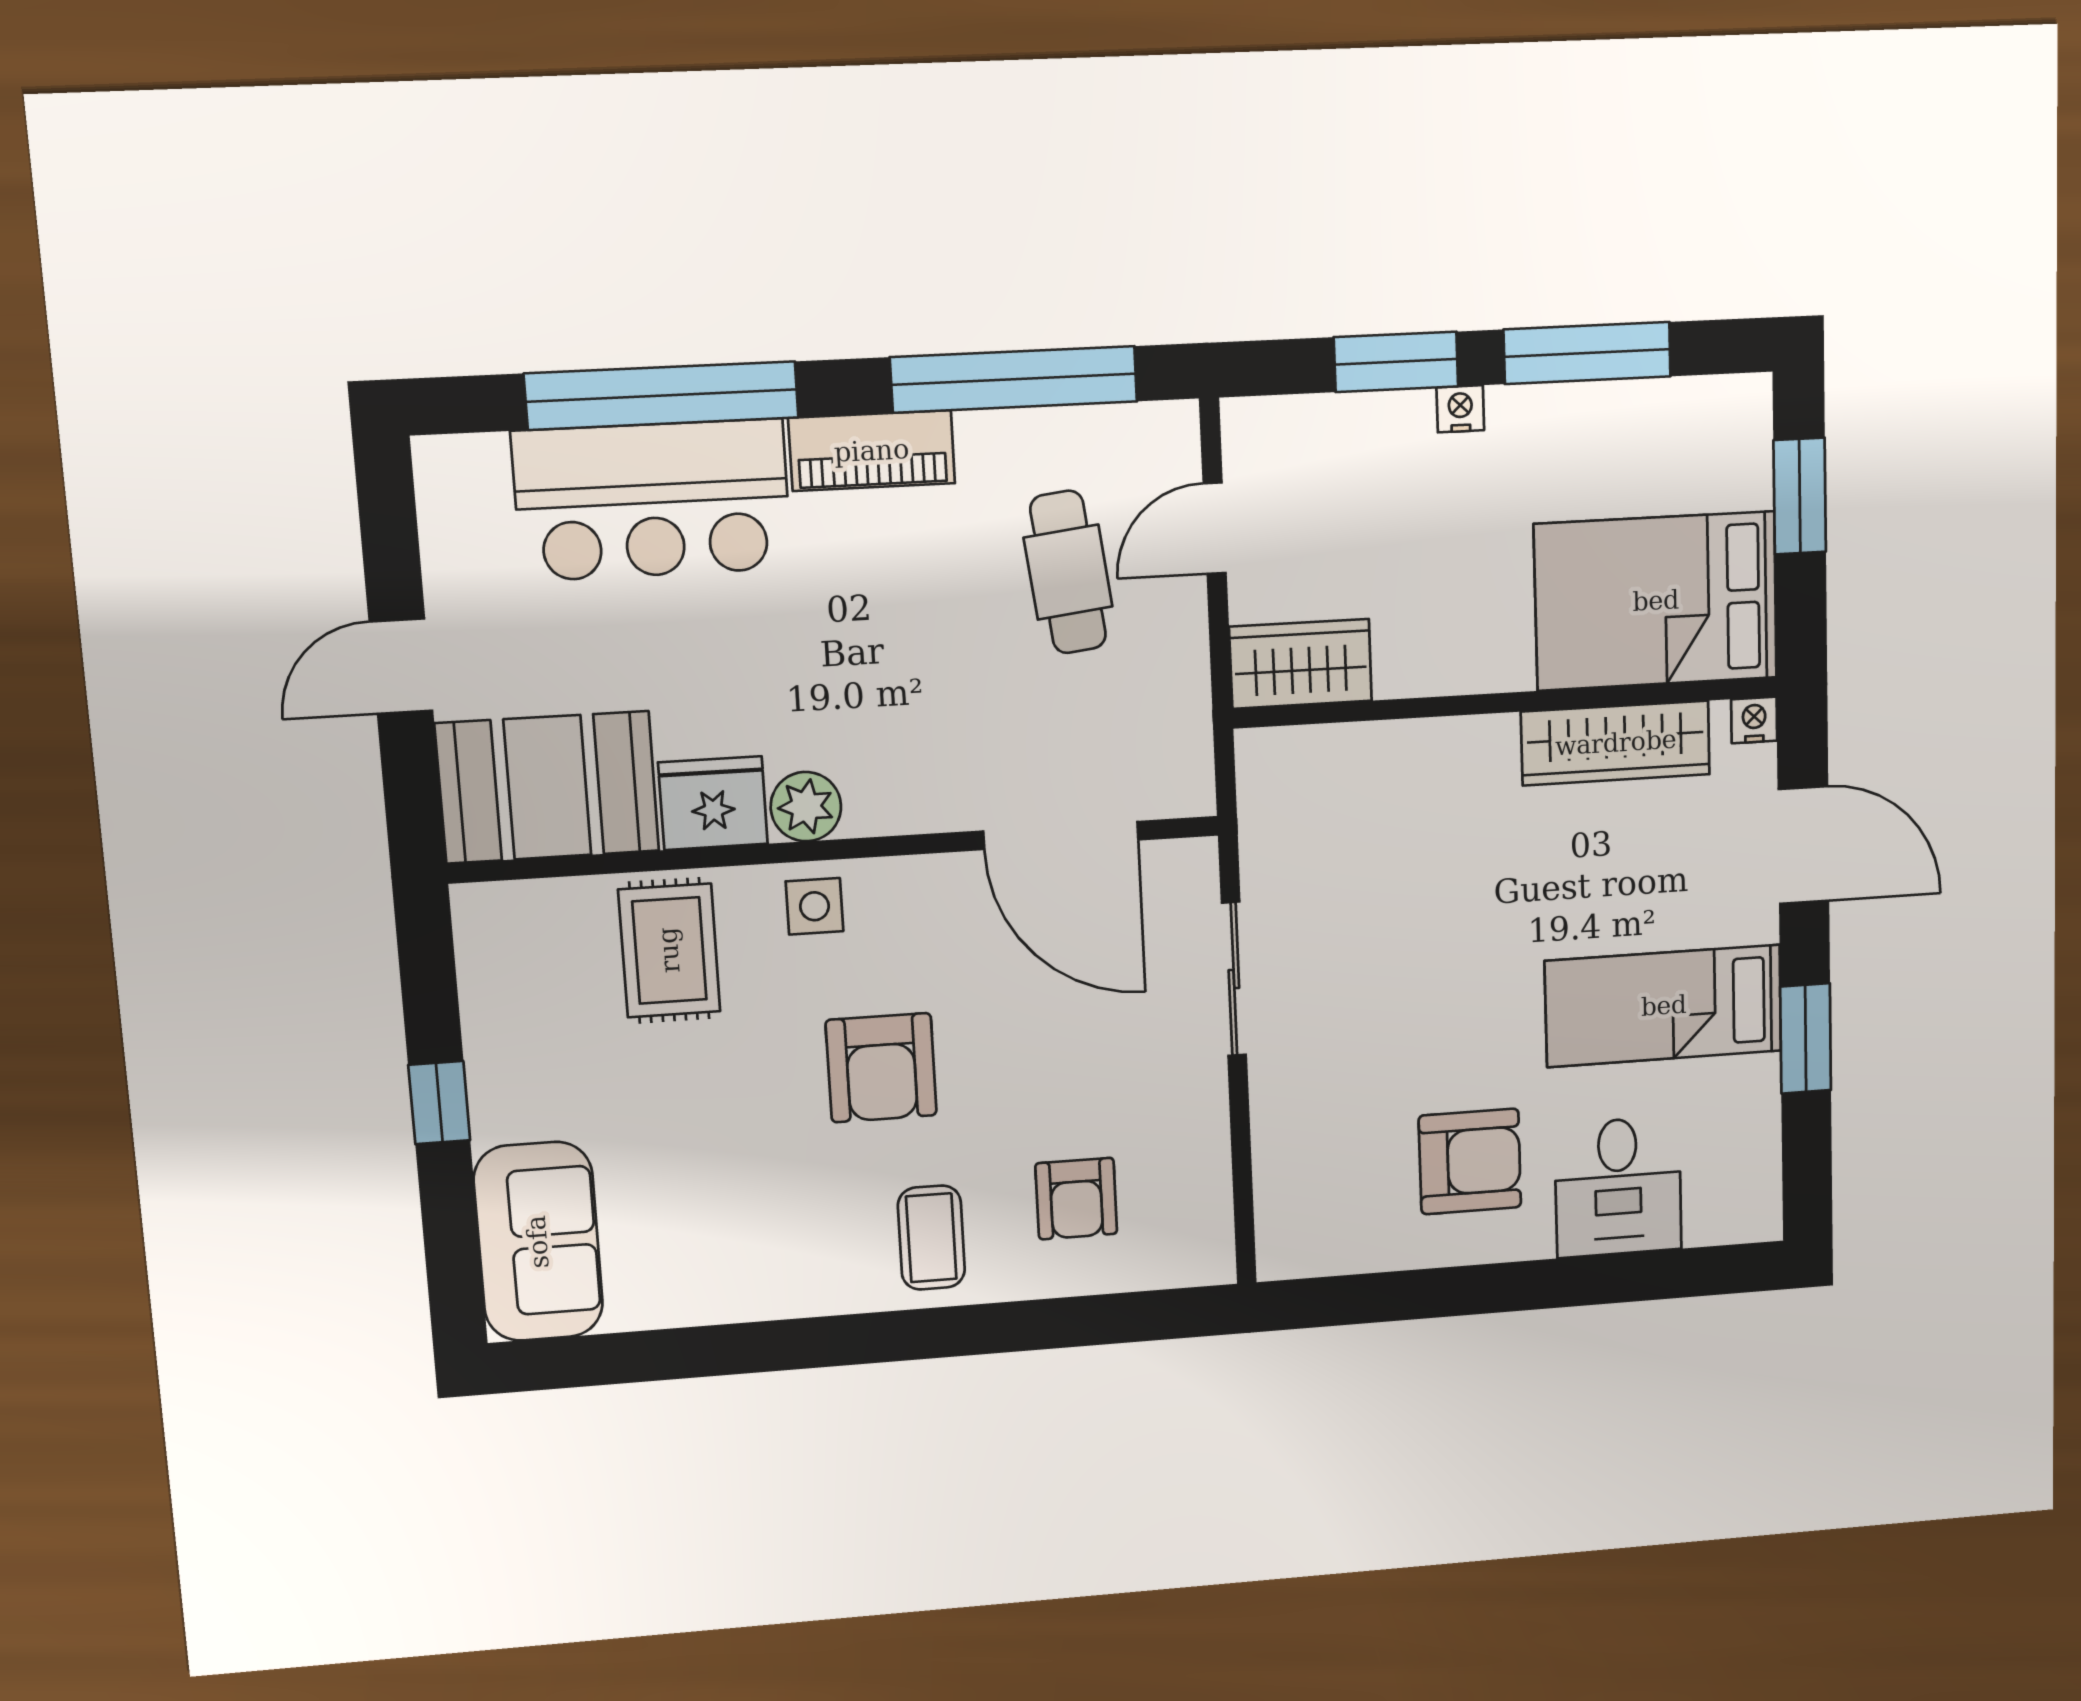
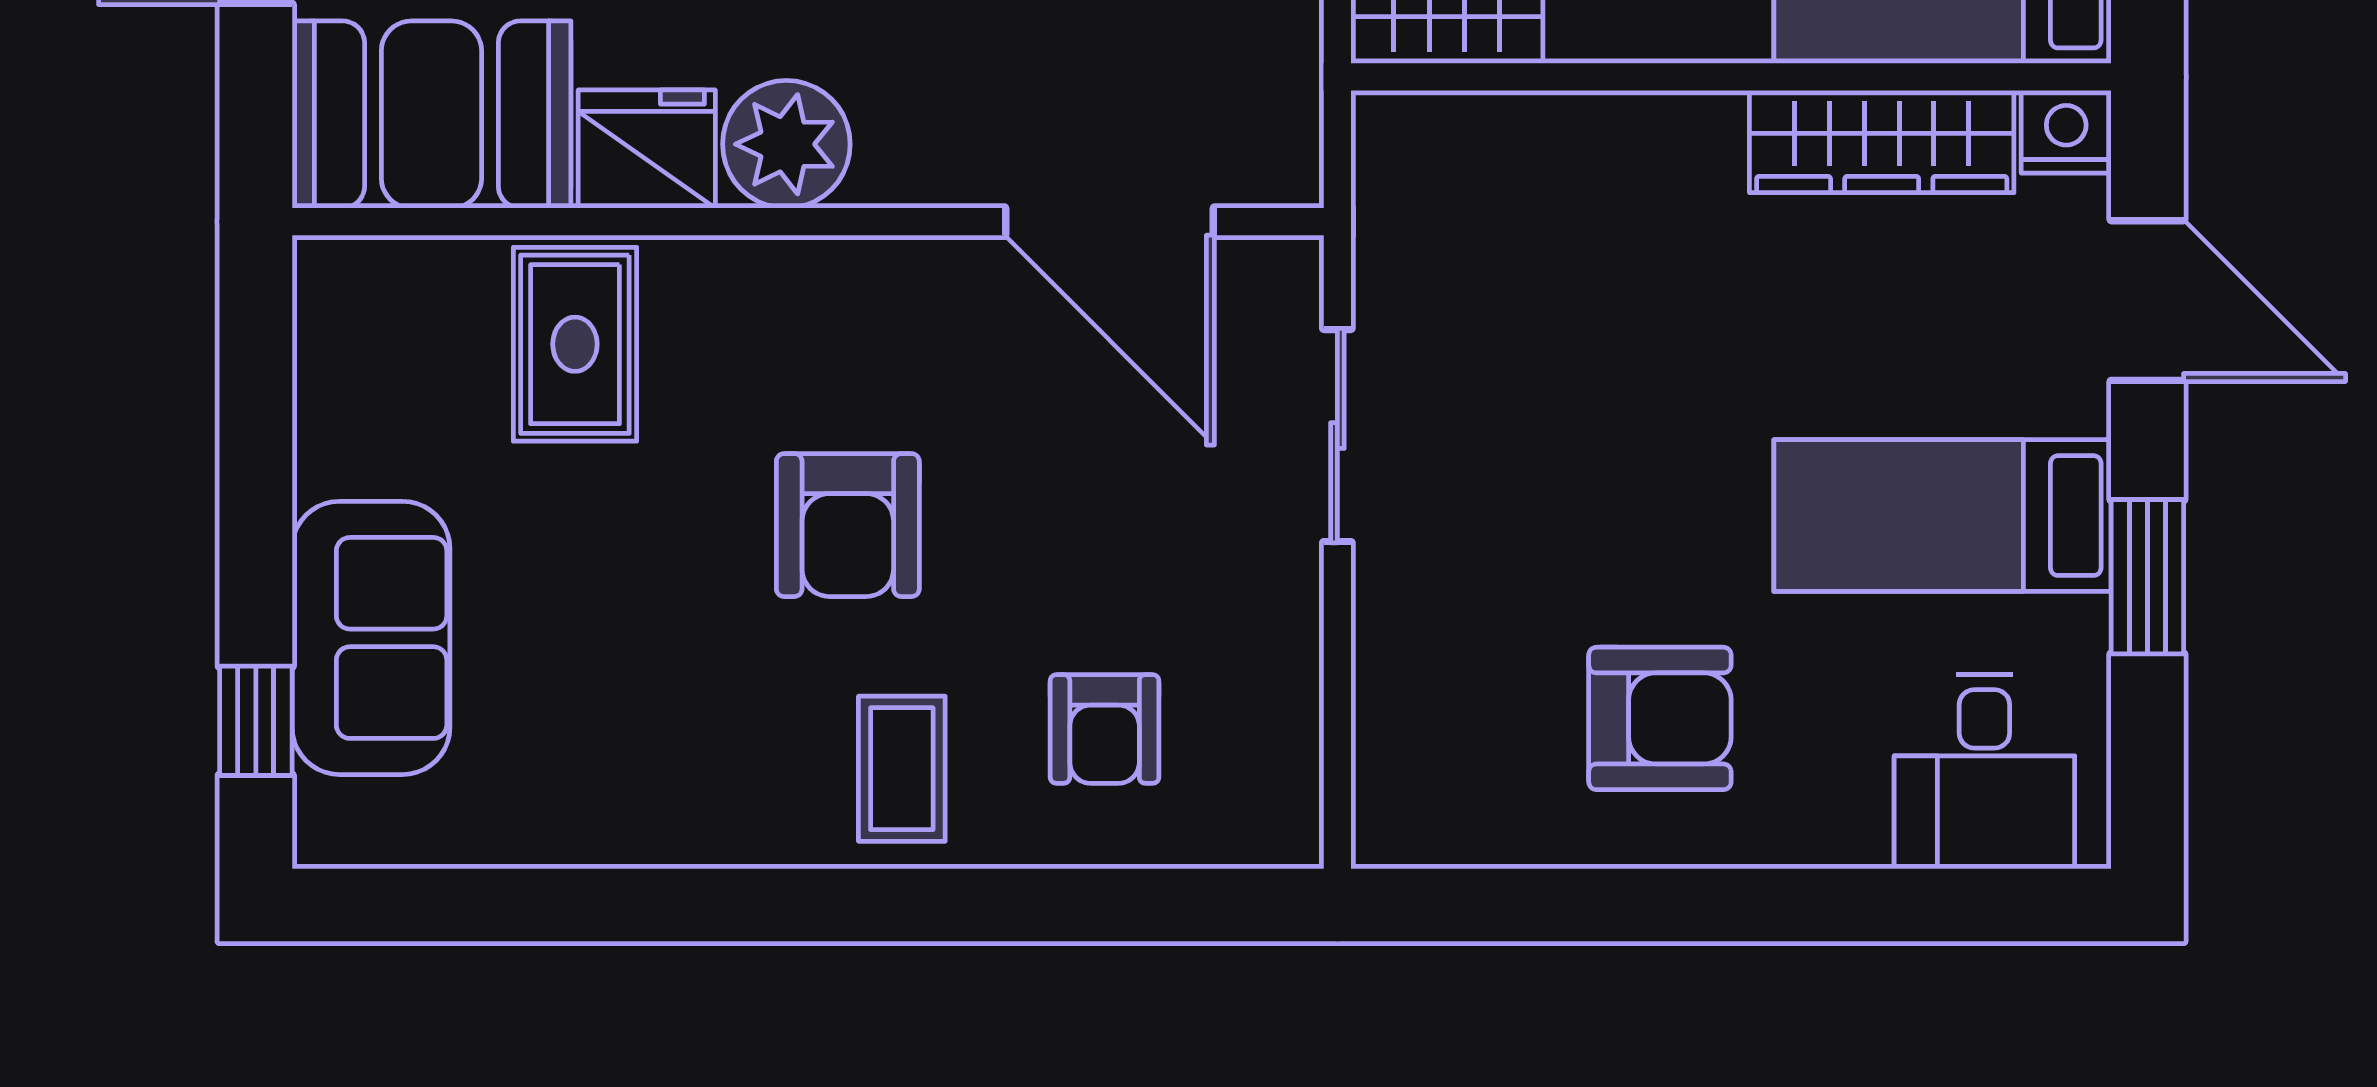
nightstand: (1754, 720) -> (2066, 132), width x1.39, depth x1.35
plant: (806, 807) -> (786, 144), width x1.36, depth x1.36
side table: (814, 906) -> (772, 297), removed
window: (439, 1103) -> (256, 721), moved
desk: (1618, 1187) -> (1984, 771), moved
sofa: (538, 1242) -> (371, 638), moved

